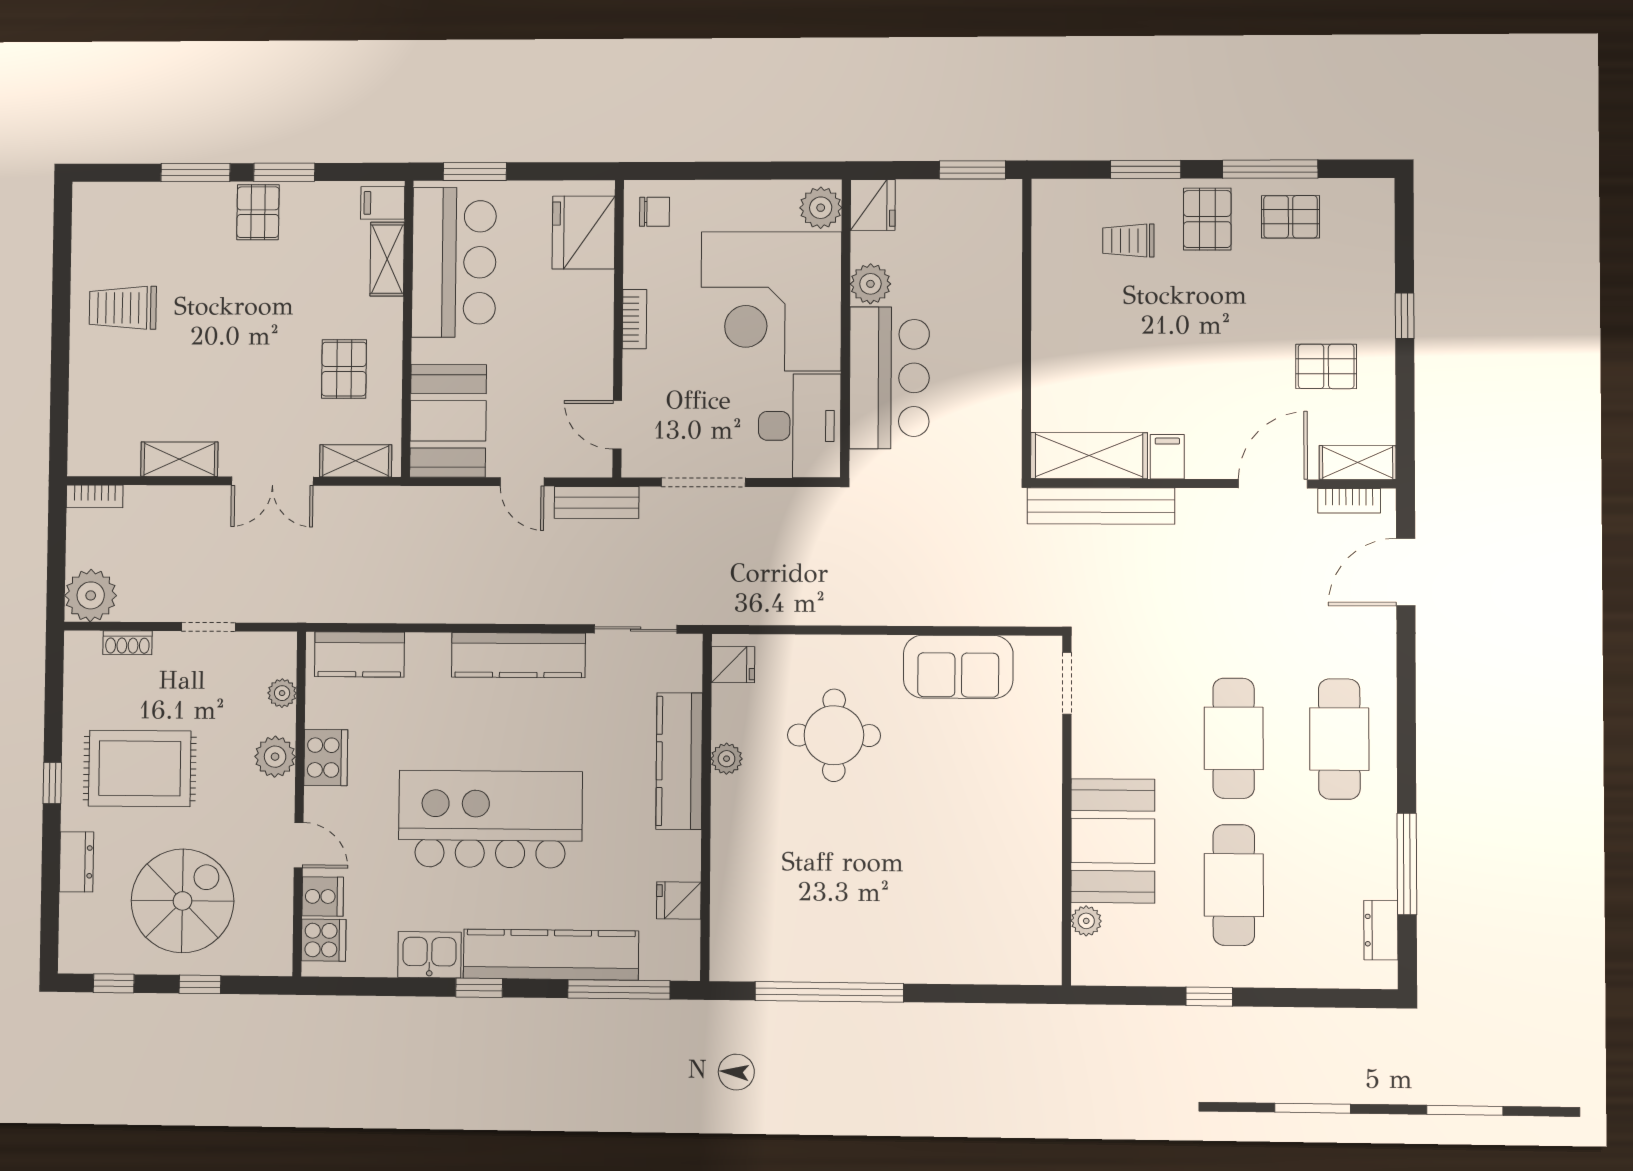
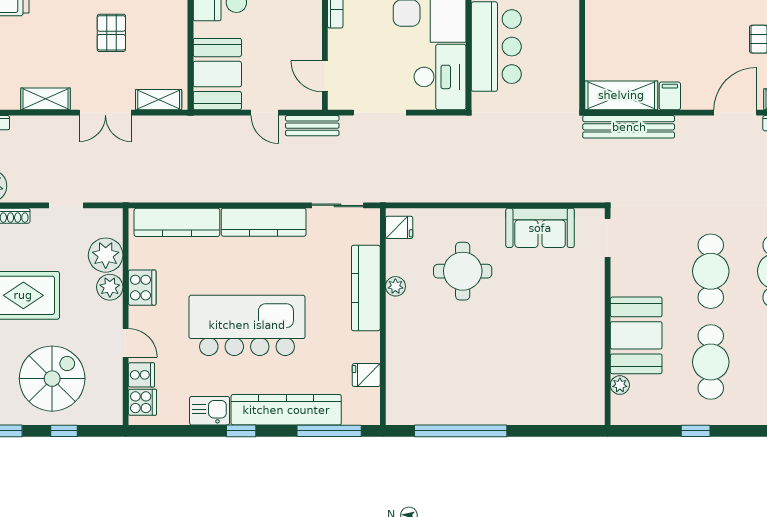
pallet: (344, 369) -> (111, 33), moved
kitchen counter: (359, 654) -> (177, 222), width x1.50
plant: (282, 693) -> (106, 255), width x1.88, depth x1.88

